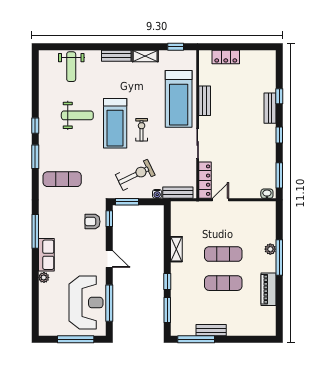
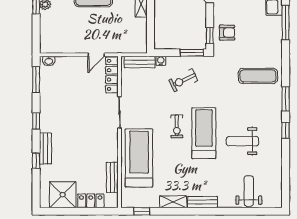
shower: (253, 63) -> (63, 195), added
bench: (205, 101) -> (112, 177), moved
exercise bike: (135, 175) -> (183, 80), width x0.73, depth x0.72

